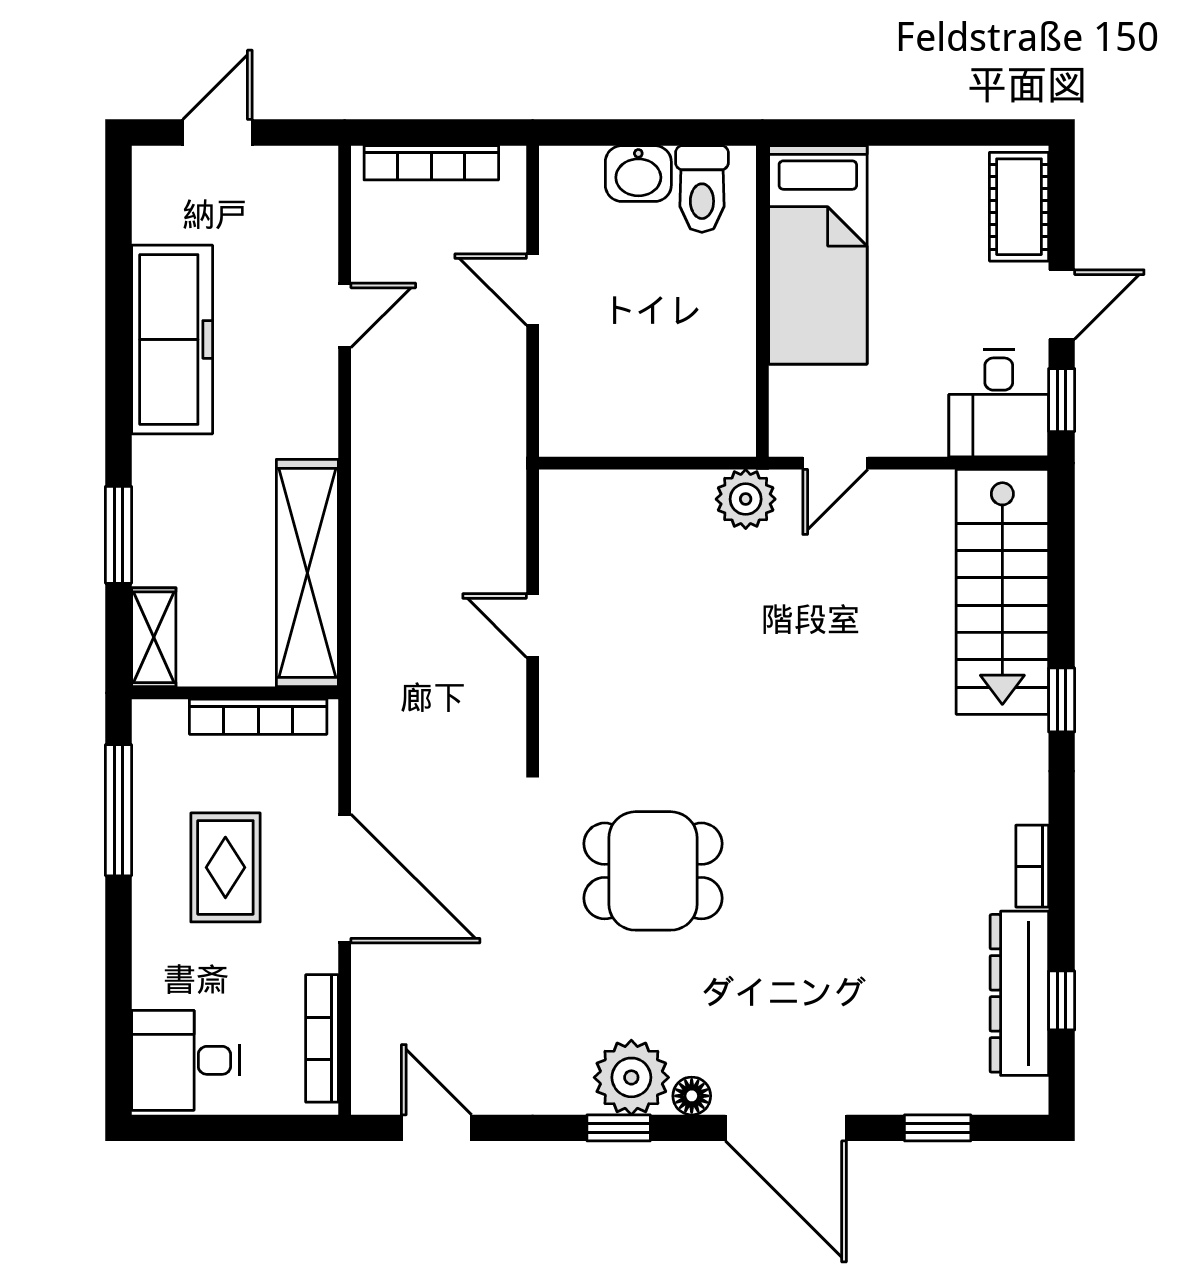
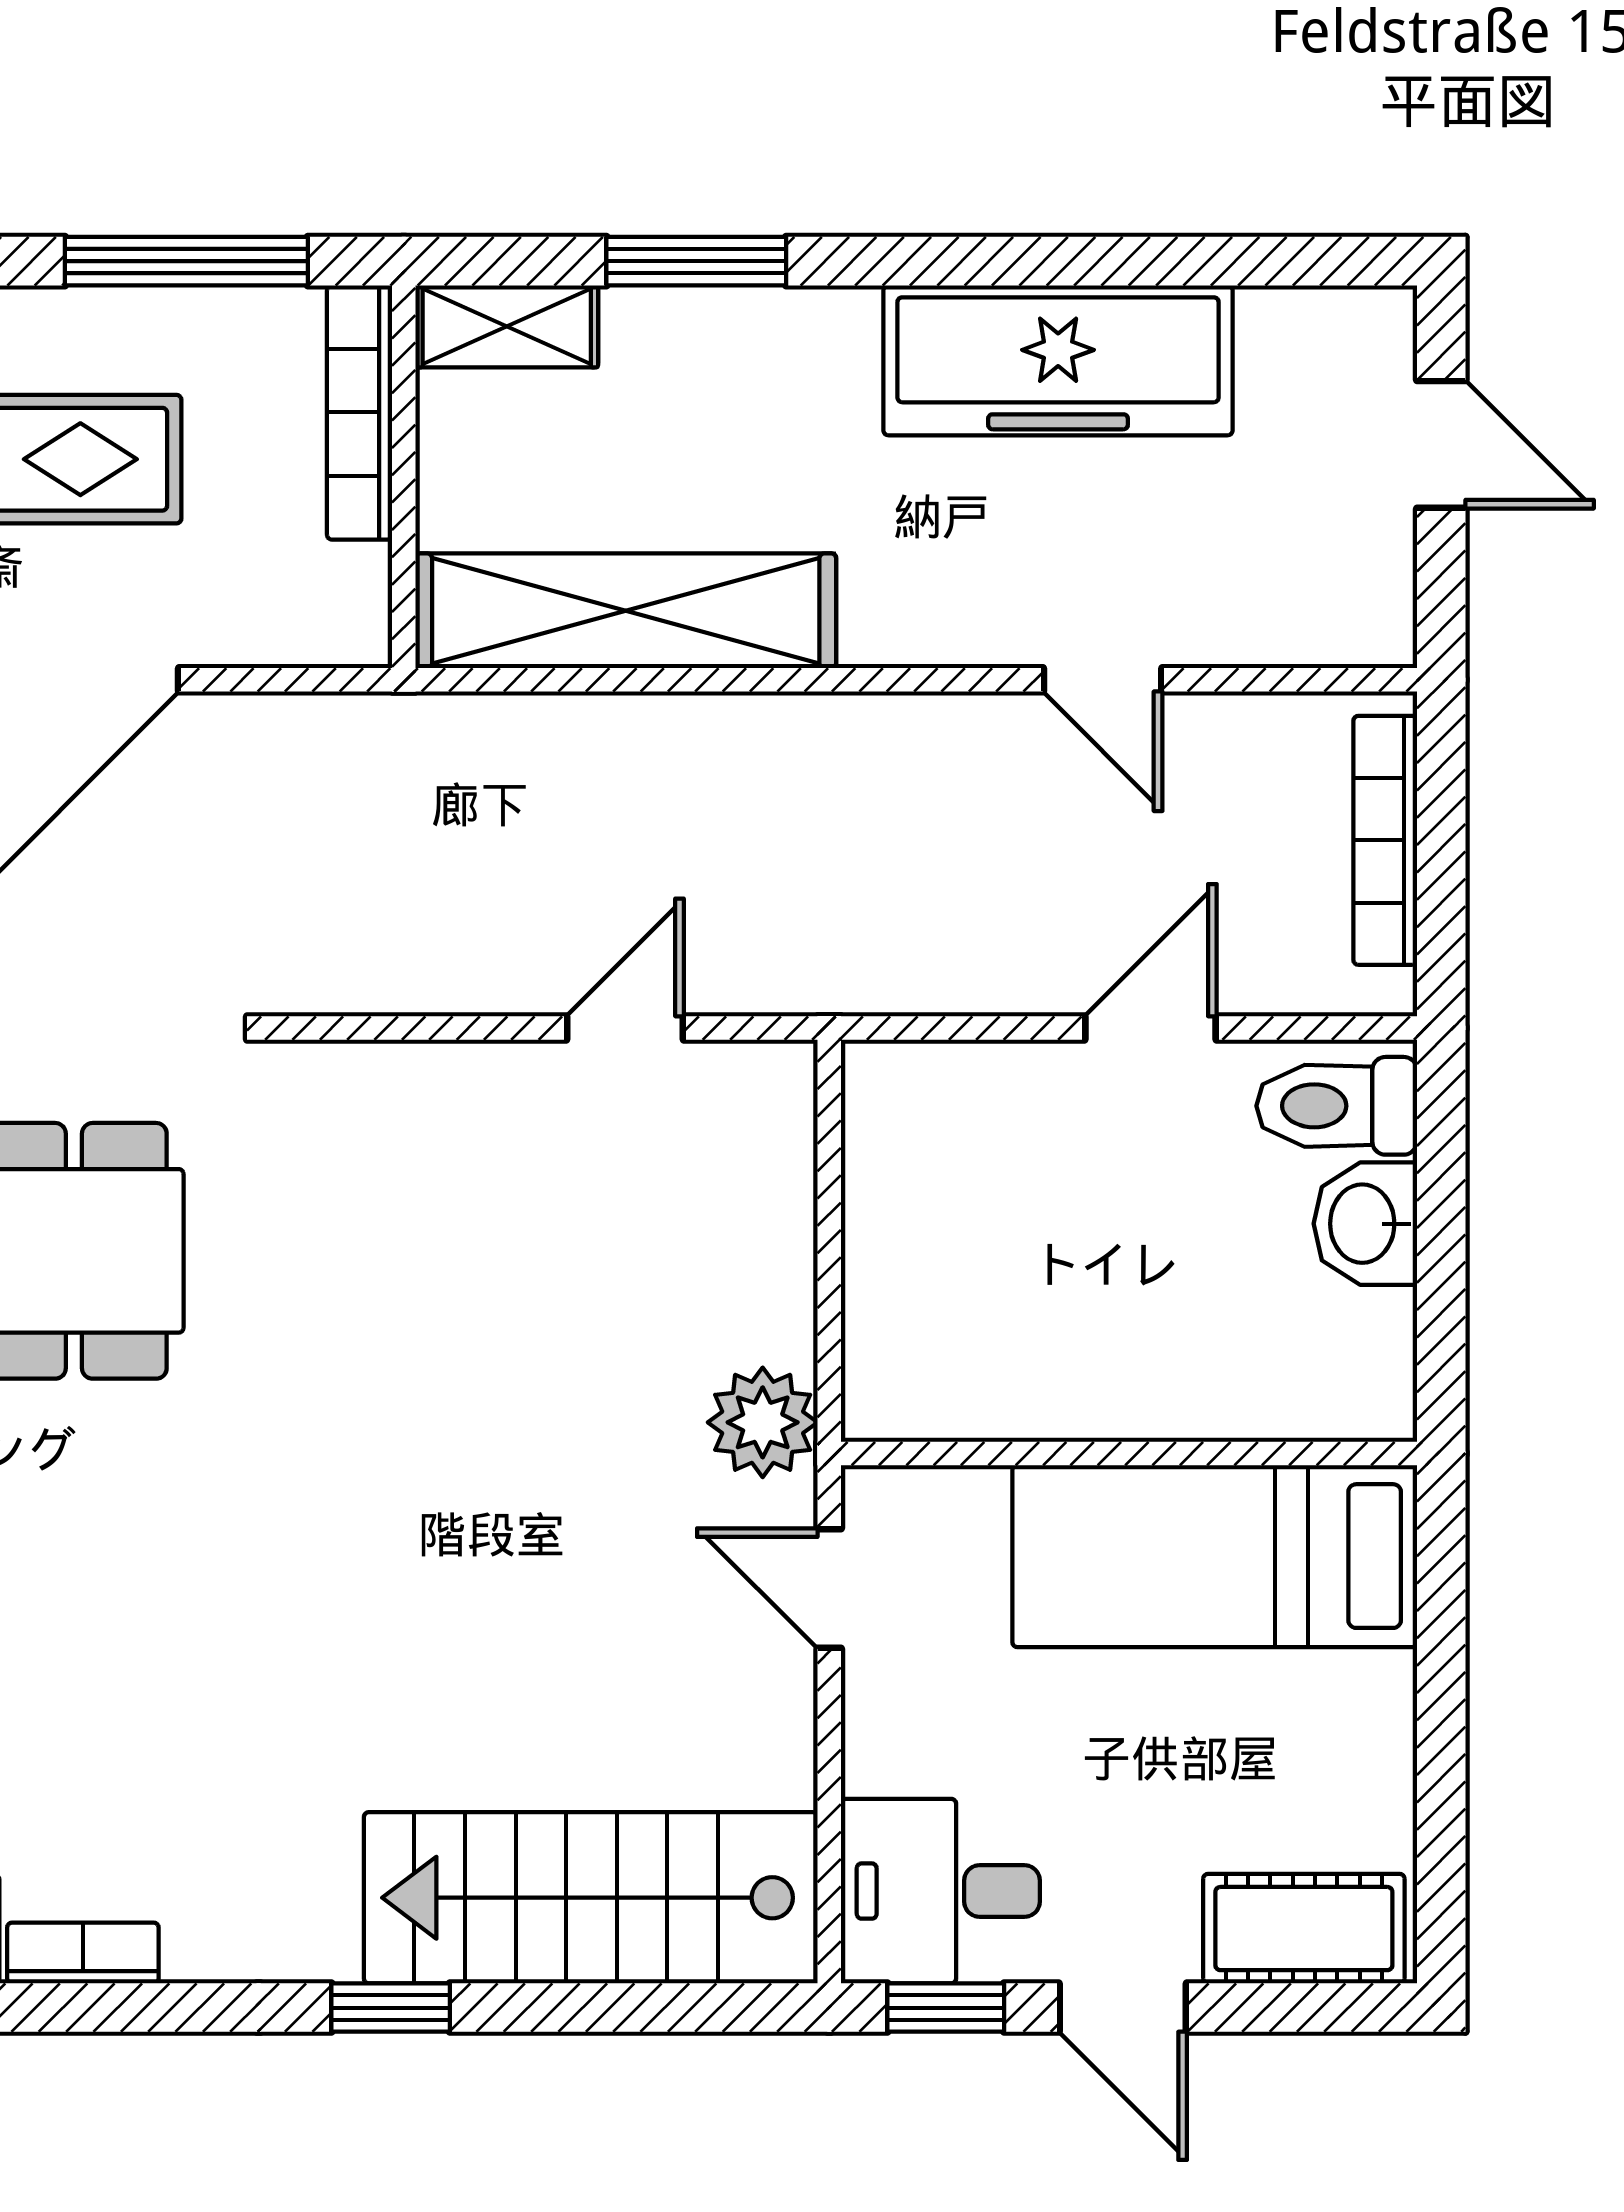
toilet: (702, 189) -> (1337, 1106), moved
door: (533, 625) -> (625, 1028), moved
bookcase: (258, 717) -> (360, 412), moved

